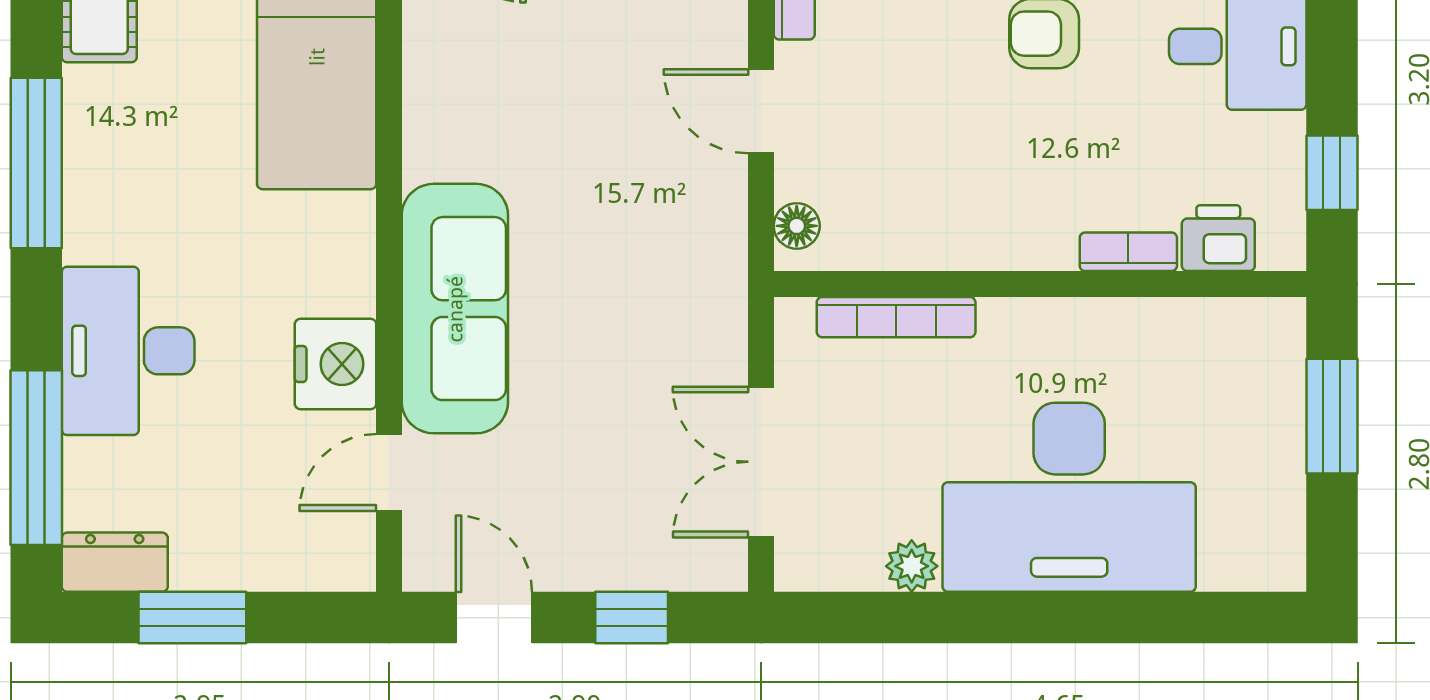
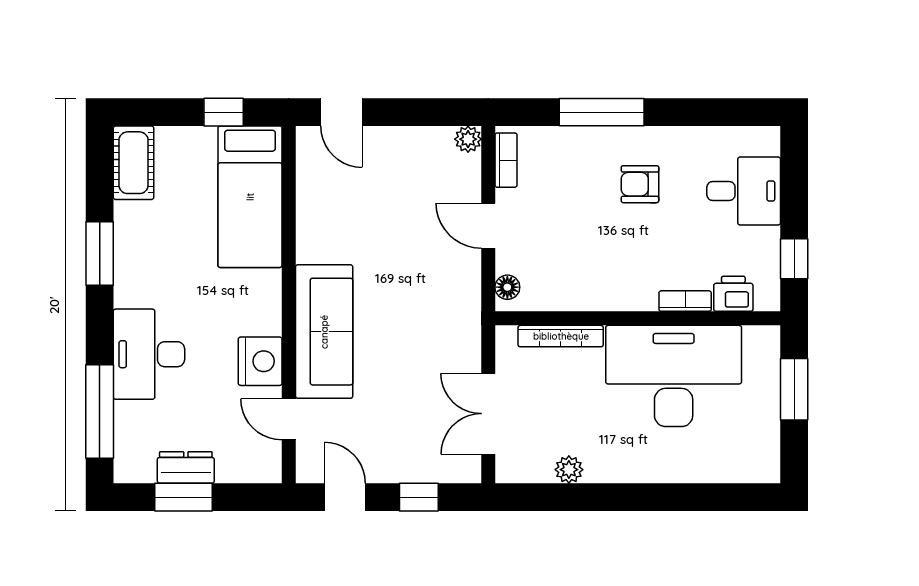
window: (36, 163) -> (100, 253), width x0.69
door: (389, 473) -> (289, 419), hinge flipped
desk: (1069, 497) -> (674, 376), moved, turned 180
dresser: (115, 562) -> (186, 467), moved

